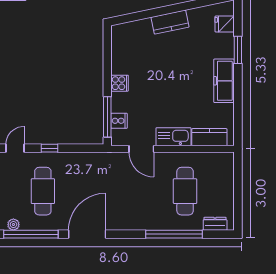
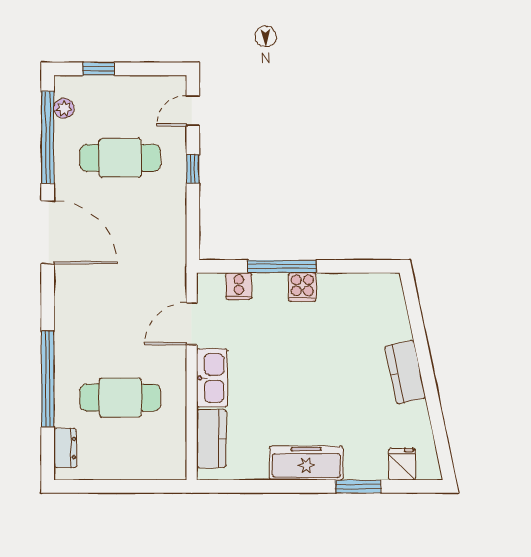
window: (107, 117) -> (282, 266), moved
door: (15, 148) -> (193, 111), swing flipped

